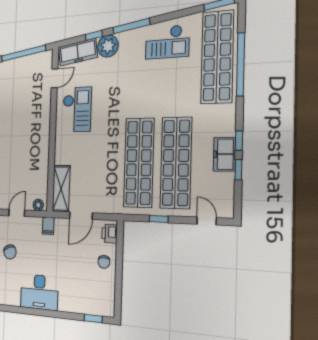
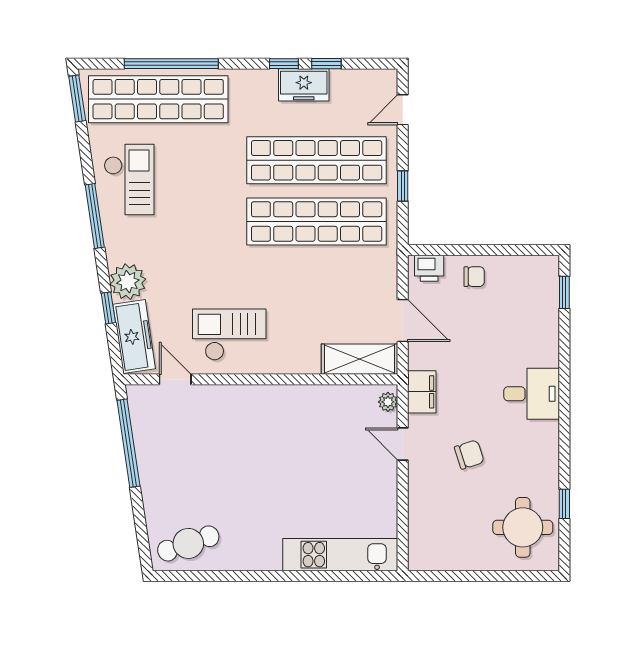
window: (131, 26) -> (95, 216), moved
filing cabinet: (48, 226) -> (422, 392), width x2.00
desk: (39, 292) -> (532, 394), width x0.73

